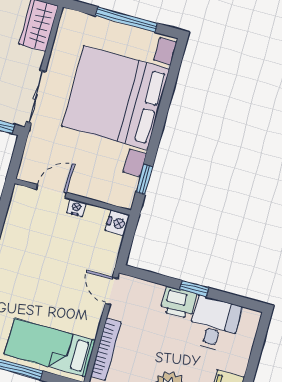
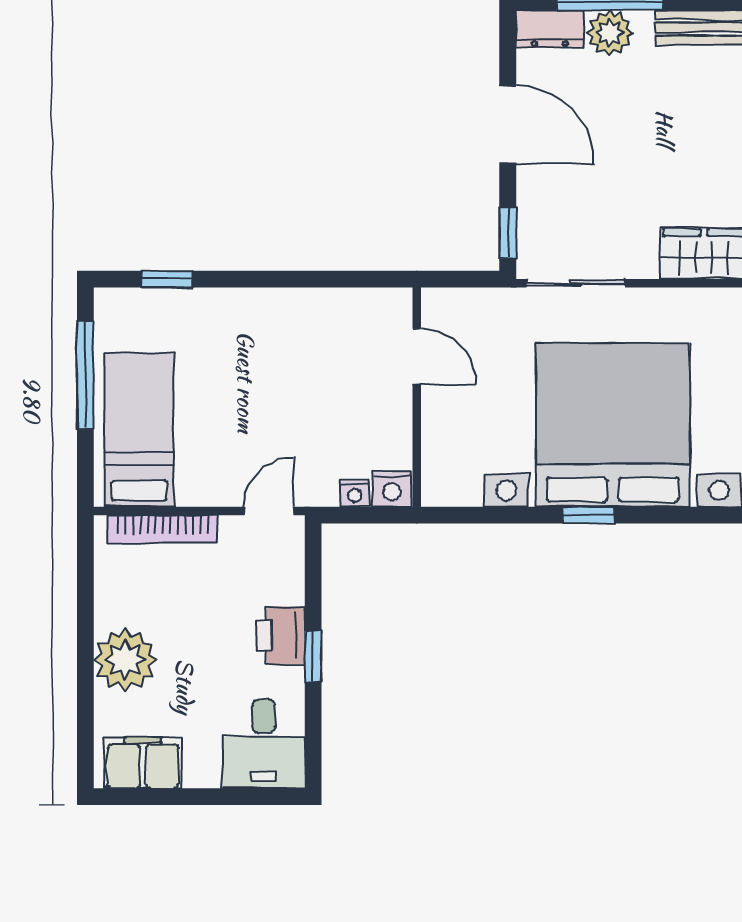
window: (144, 179) -> (589, 515), moved
nightstand: (76, 208) -> (355, 493), moved, turned 90
desk: (214, 324) -> (264, 744), moved, turned 90

